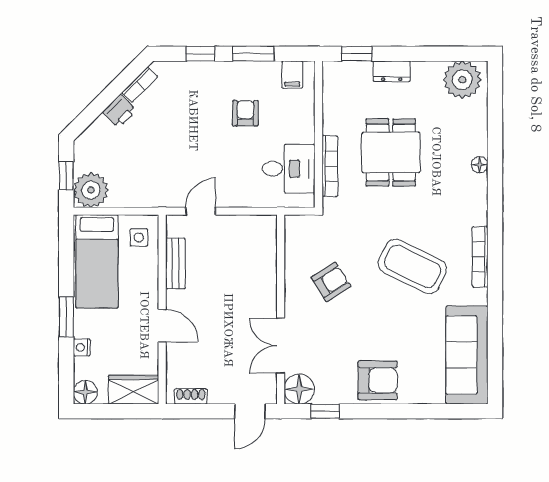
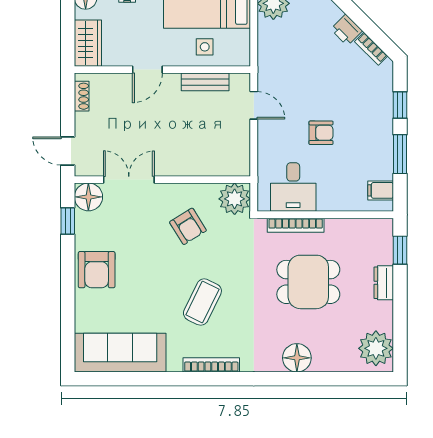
armchair: (245, 113) -> (321, 133), moved
floor lamp: (480, 165) -> (297, 358), width x1.89, depth x1.89
plant: (301, 232) -> (235, 199), added
side table: (139, 237) -> (205, 47), moved
coffee table: (412, 266) -> (202, 302), width x0.73, depth x0.76

